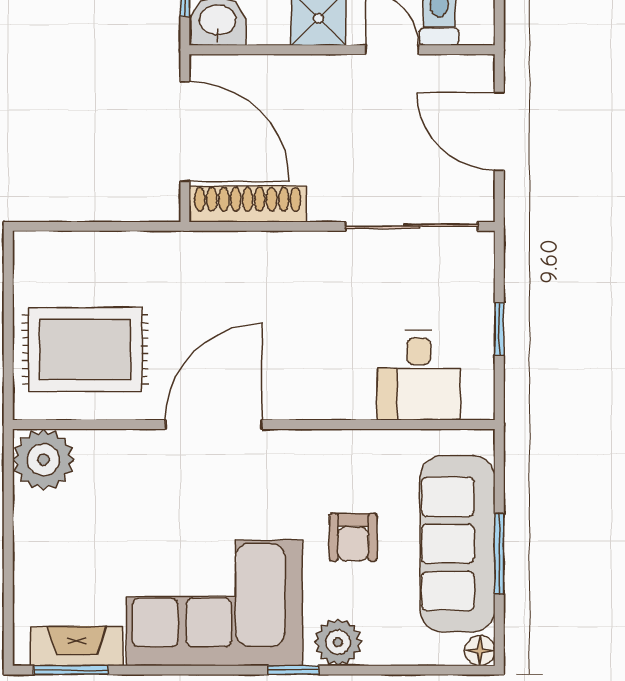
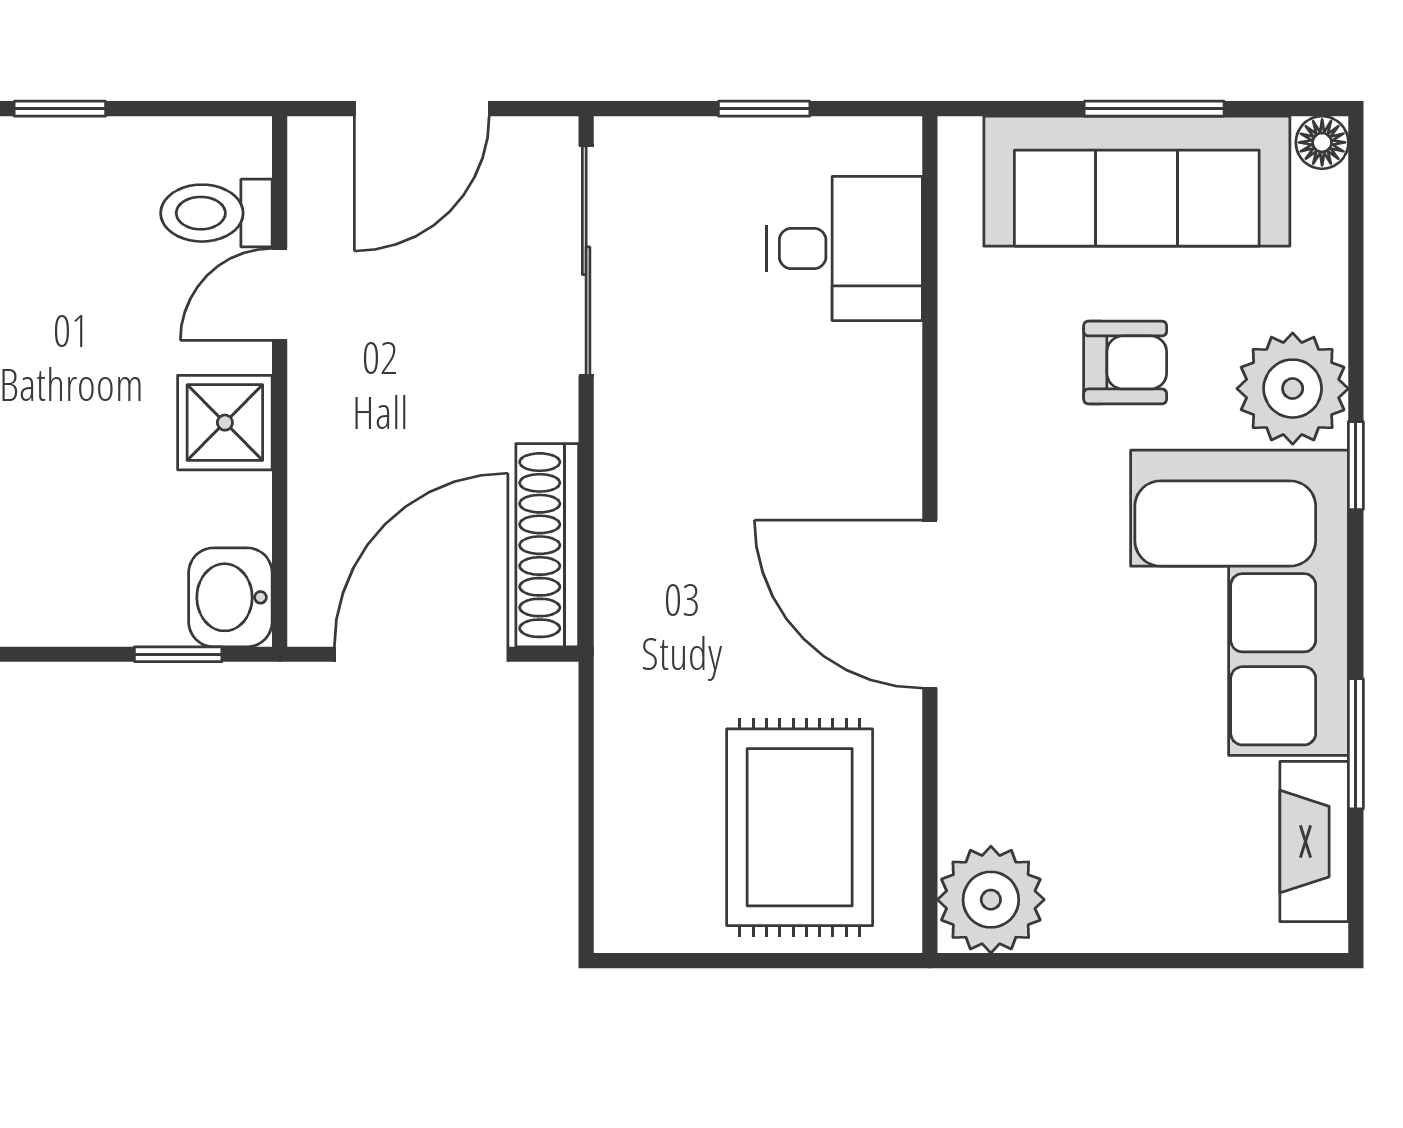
plant: (338, 642) -> (1293, 389), width x1.36, depth x1.36
window: (71, 670) -> (1356, 744), moved

